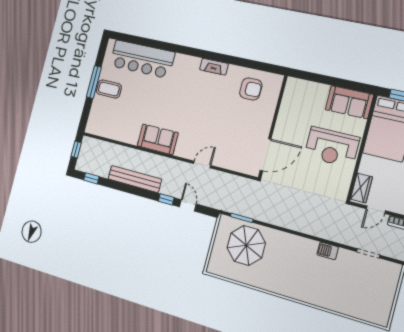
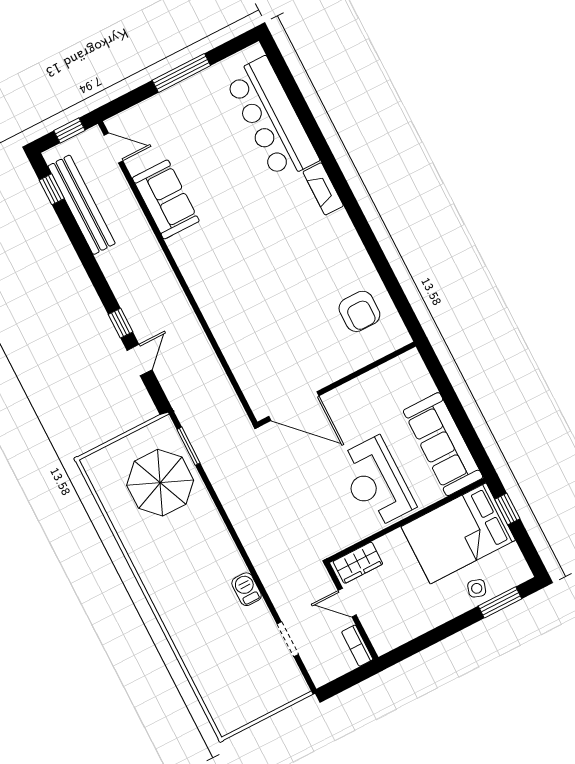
fireplace: (214, 67) -> (323, 189), moved
coffee table: (109, 89) -> (191, 105), removed
sofa: (349, 102) -> (443, 444), width x1.36
sofa: (158, 139) -> (166, 199), moved
door: (202, 164) -> (114, 148), moved
bench: (135, 179) -> (82, 205), moved

